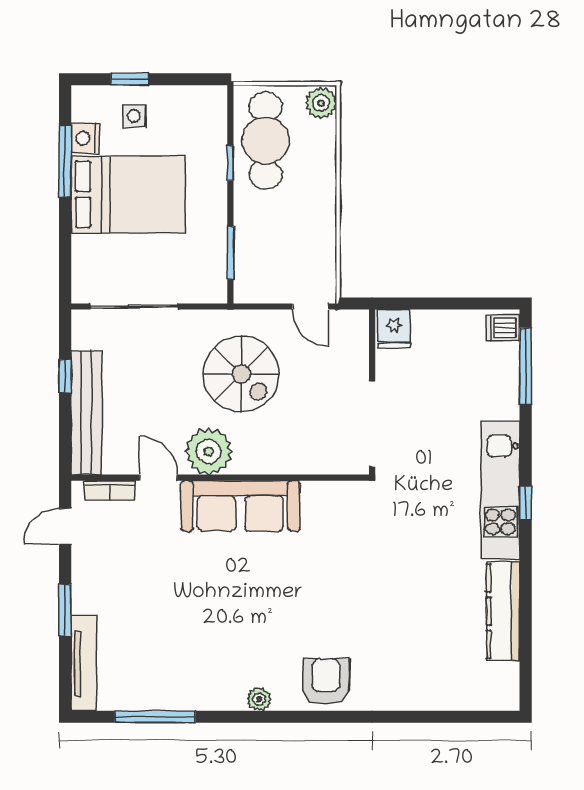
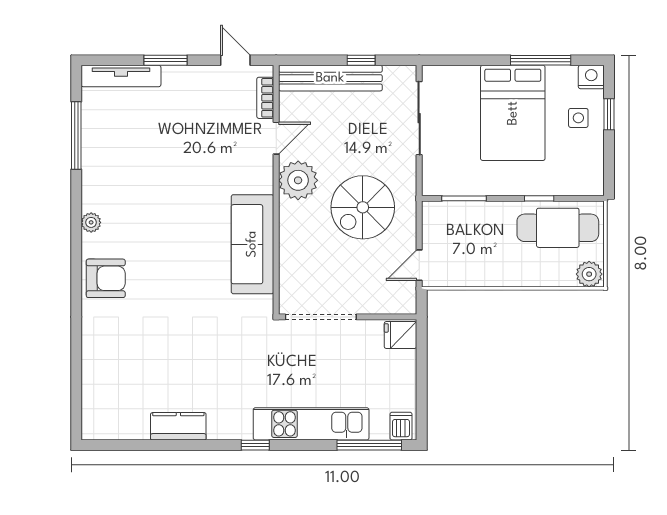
nightstand: (85, 138) -> (591, 77), moved
kitchen unit: (500, 490) -> (311, 424), moved
sofa: (240, 506) -> (252, 244), moved
kitchen counter: (503, 611) -> (178, 426), width x0.67

